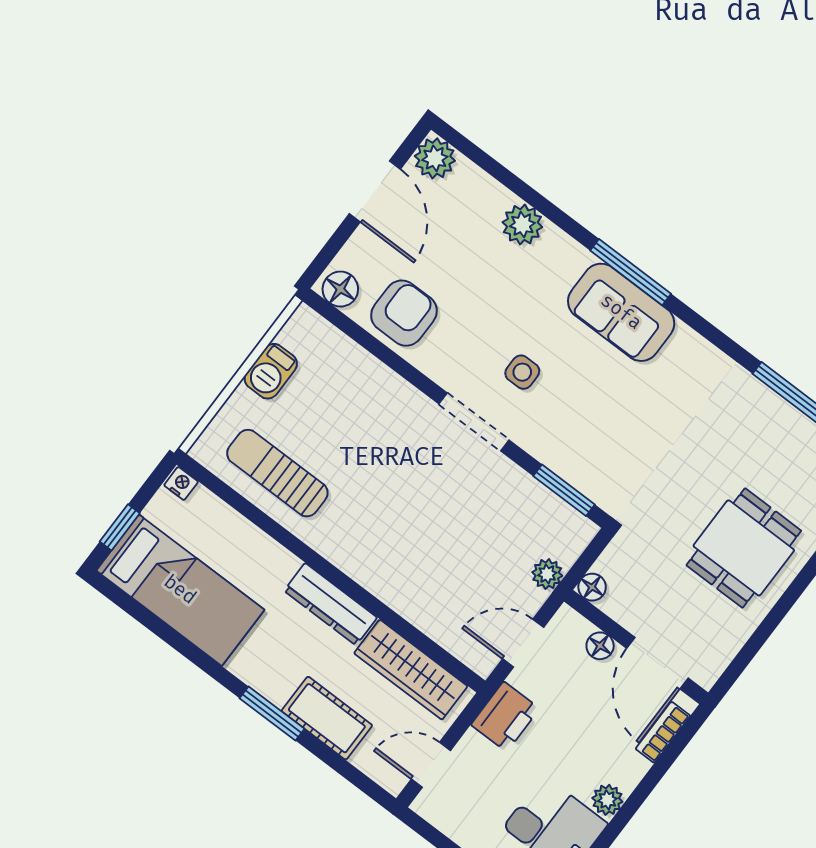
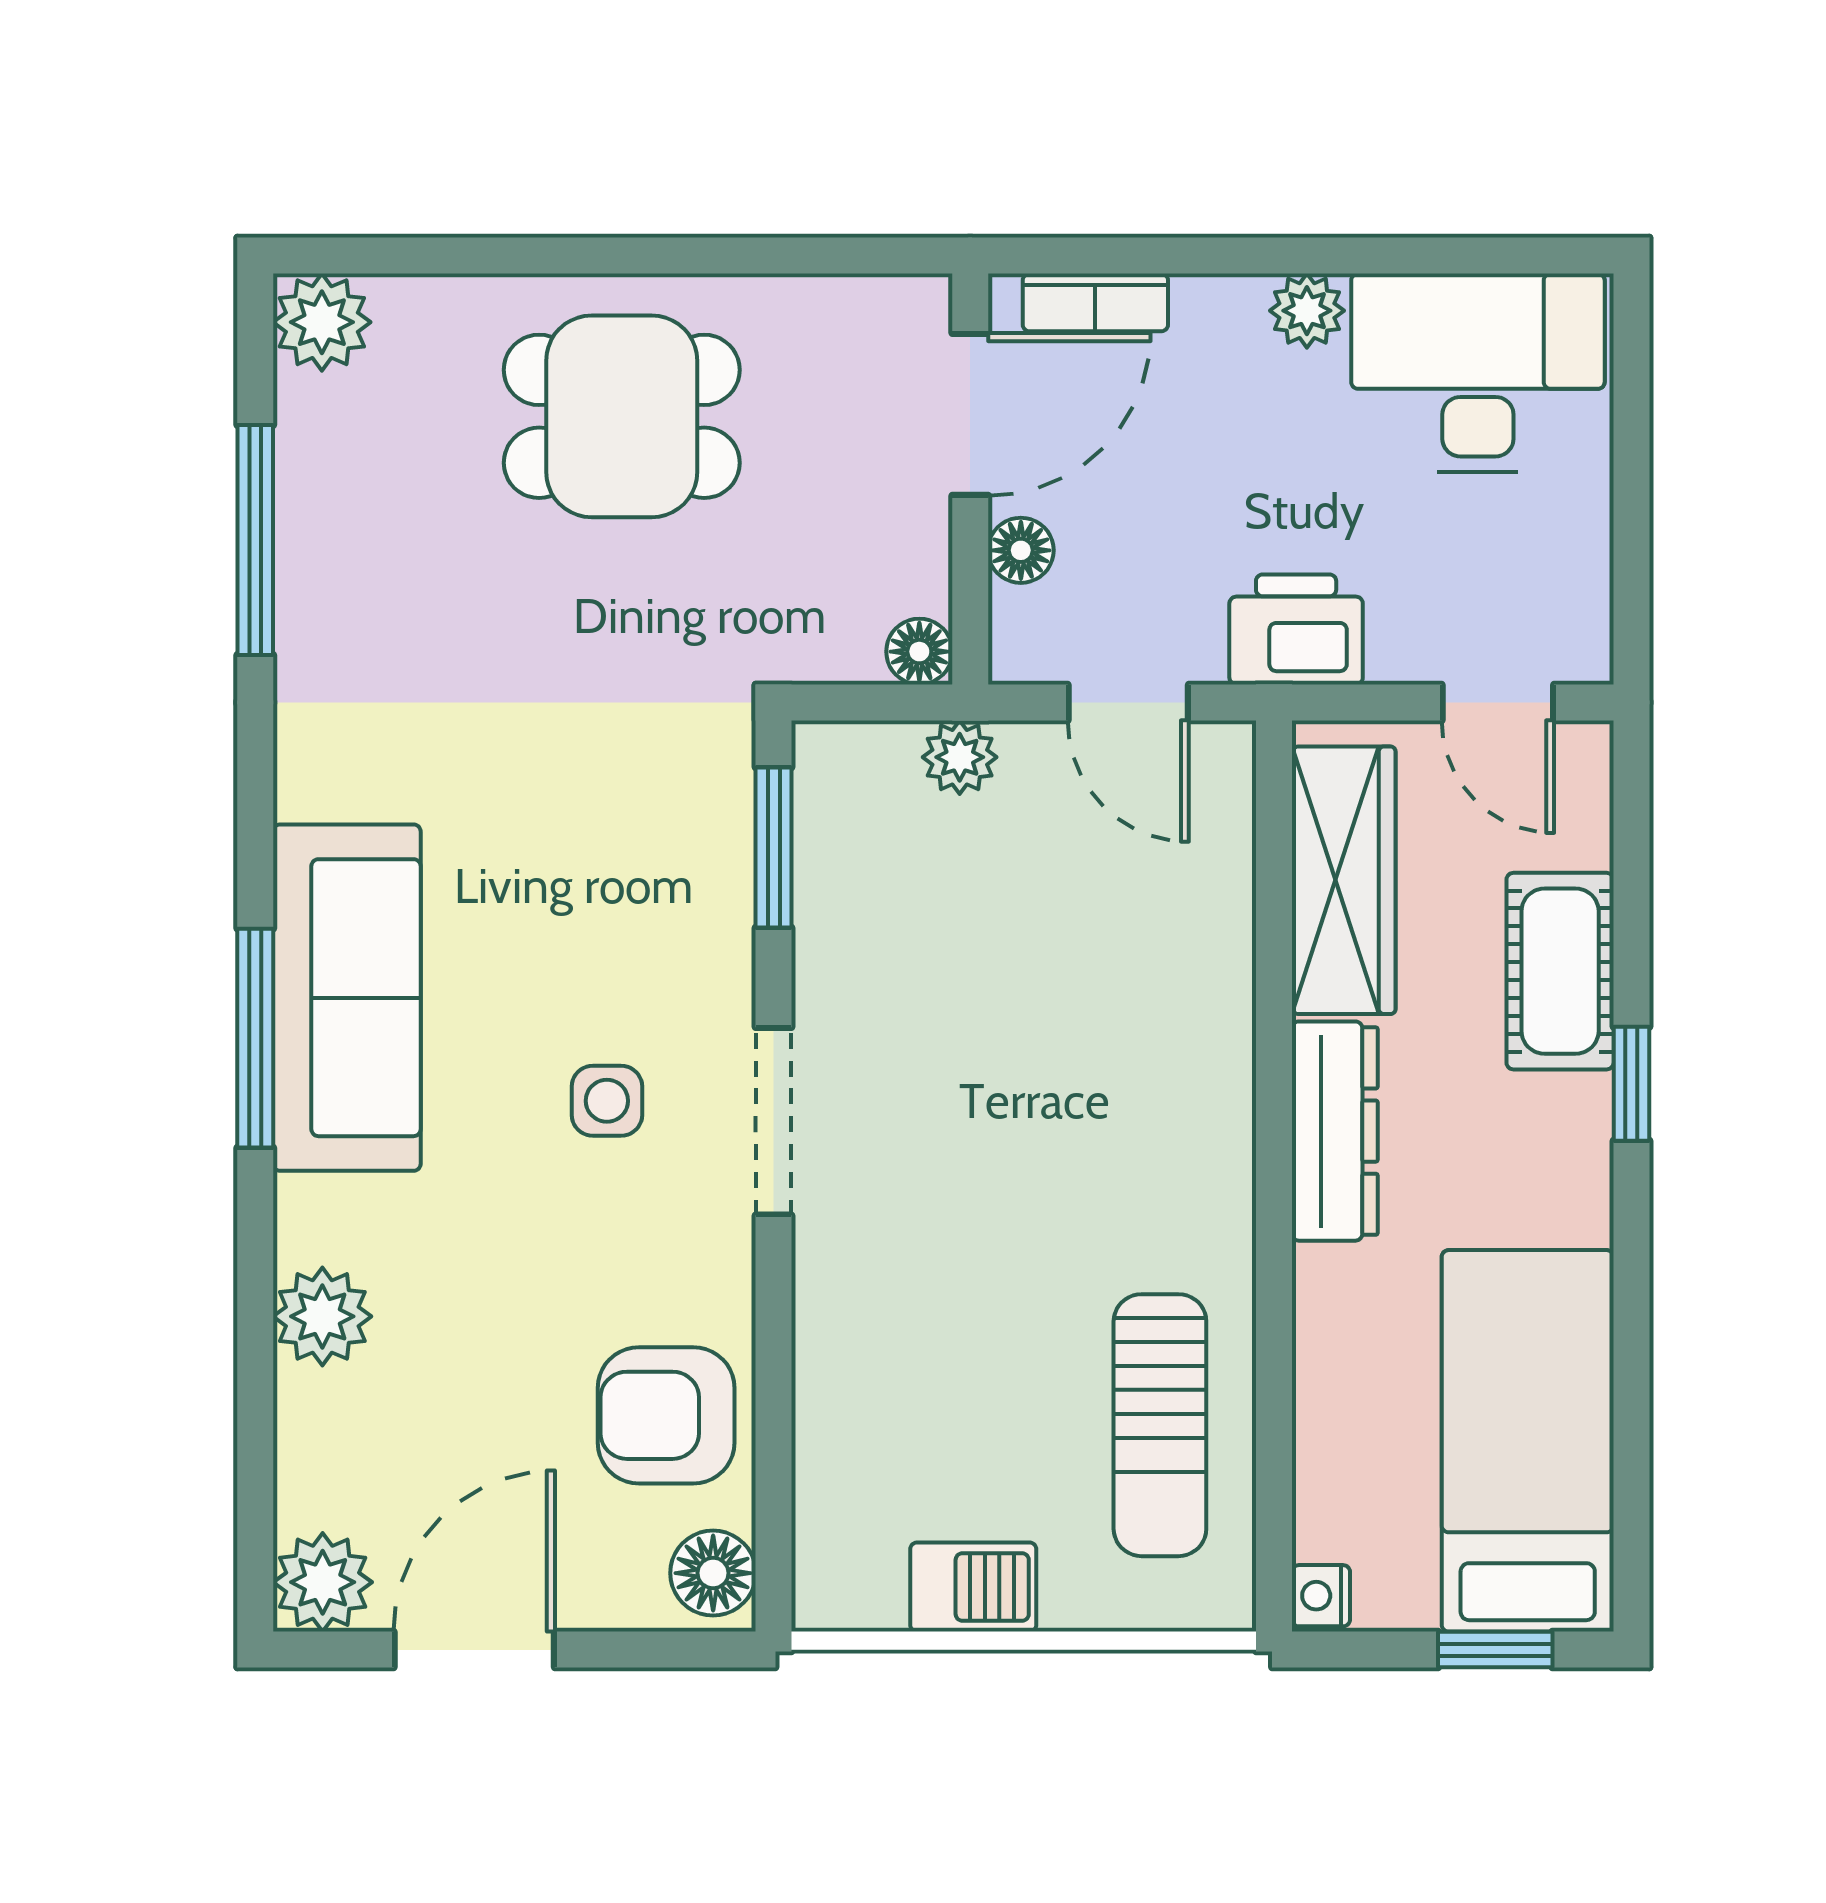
sofa: (621, 312) -> (347, 998), width x1.36
window: (272, 713) -> (1631, 1084), width x0.67

